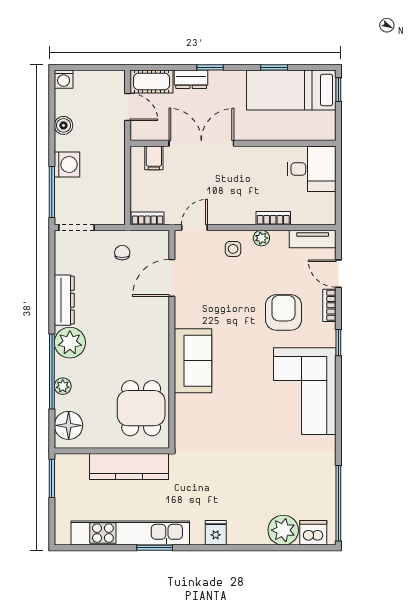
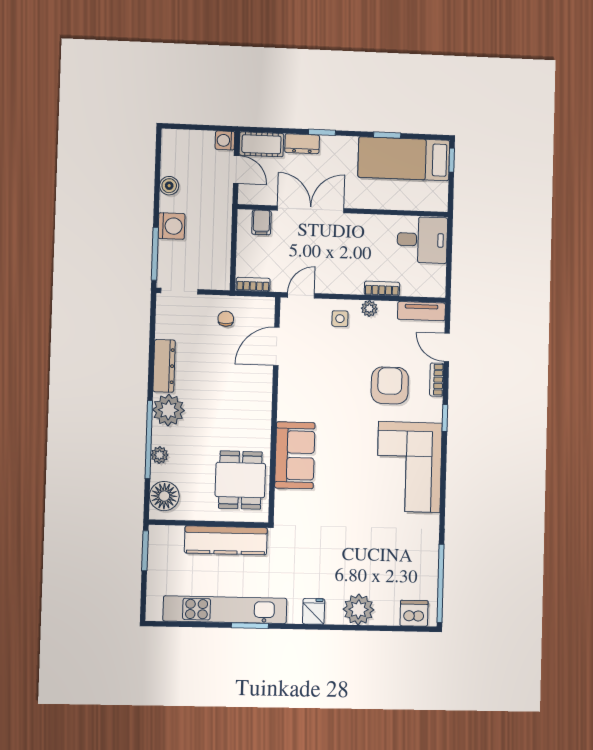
washing machine: (64, 79) -> (225, 140), moved, turned 90
sofa: (193, 361) -> (295, 455), moved
plant: (283, 530) -> (358, 609), moved

